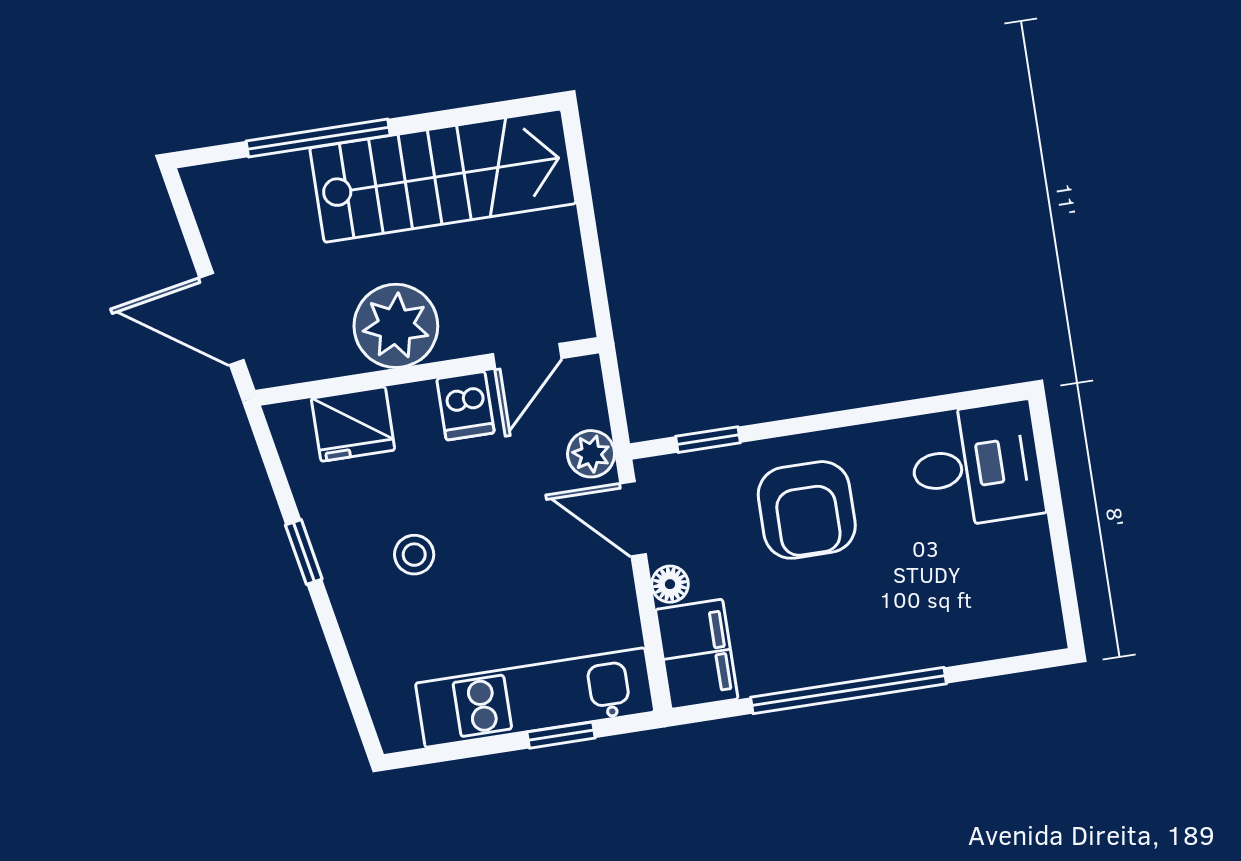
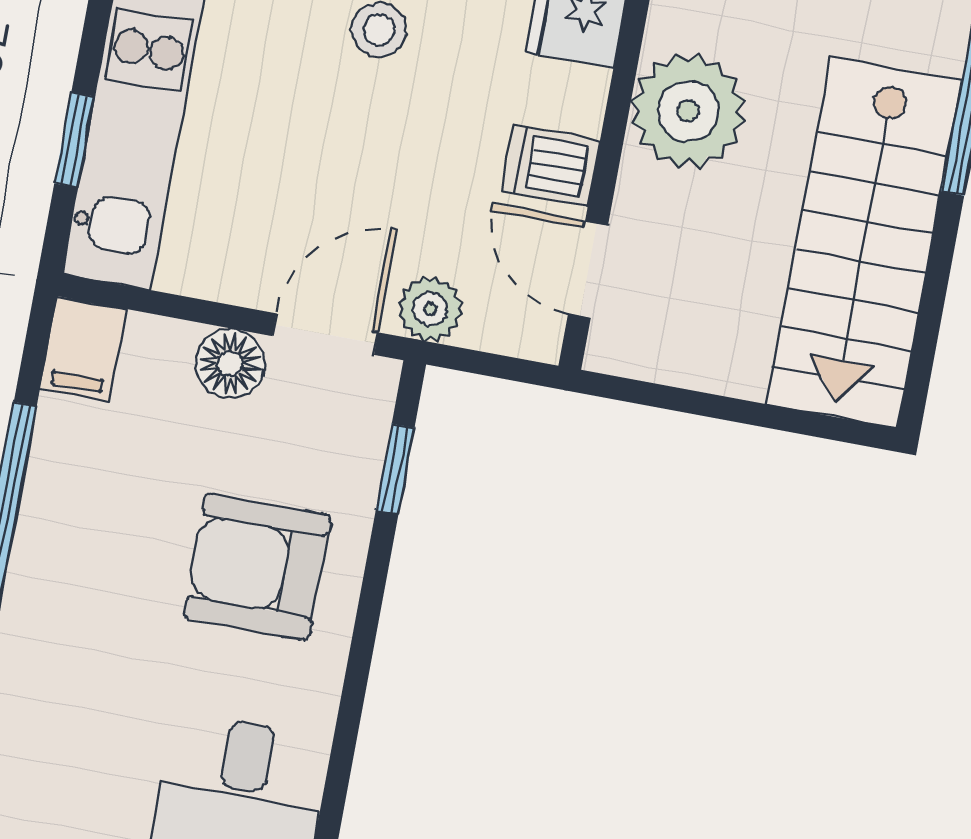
floor lamp: (670, 584) -> (230, 363), width x1.37, depth x1.37
filing cabinet: (697, 654) -> (83, 349), width x0.50

